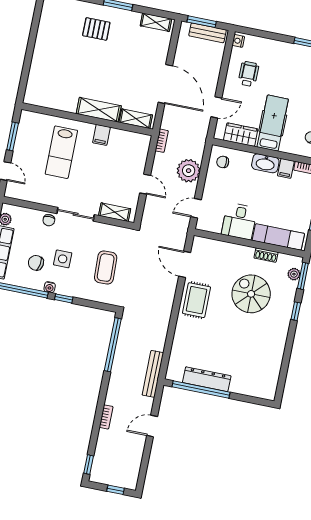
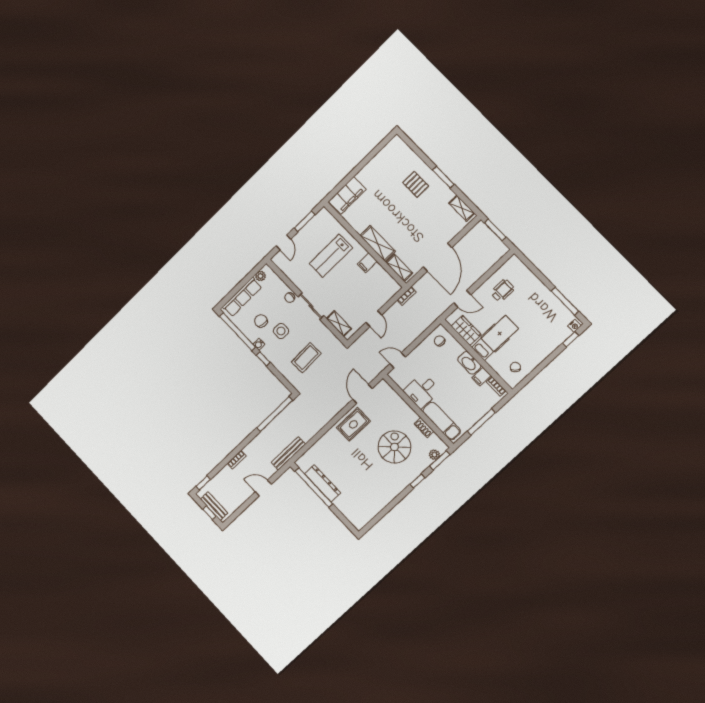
bench: (208, 33) -> (214, 506), moved
nightstand: (238, 41) -> (512, 262), removed
filing cabinet: (37, 84) -> (347, 195), added
plant: (189, 171) -> (411, 330), removed

